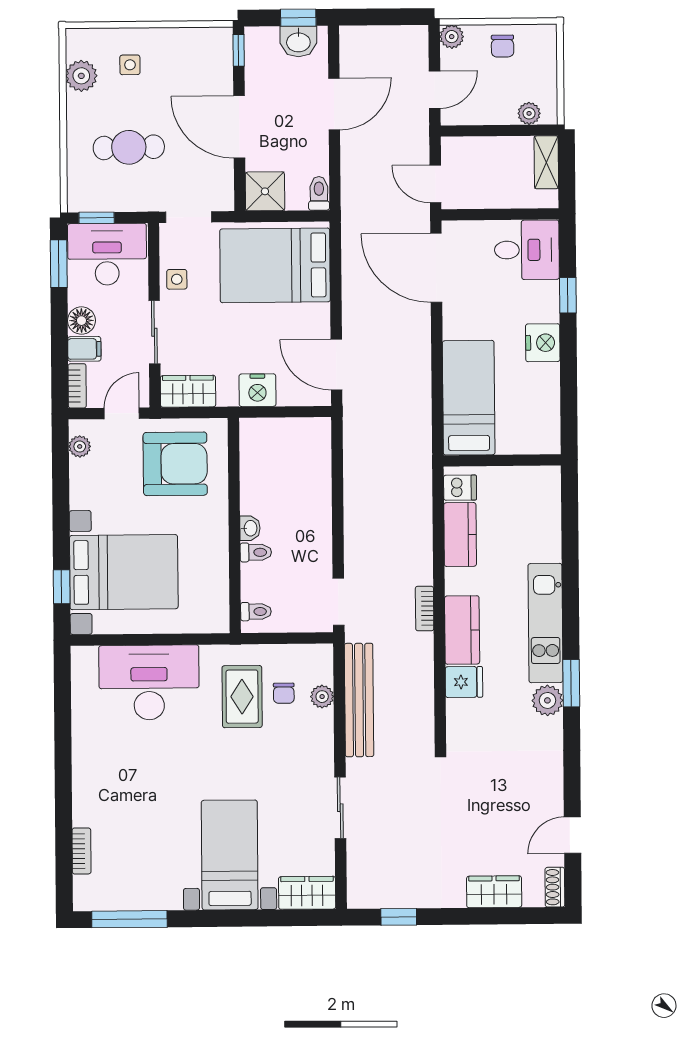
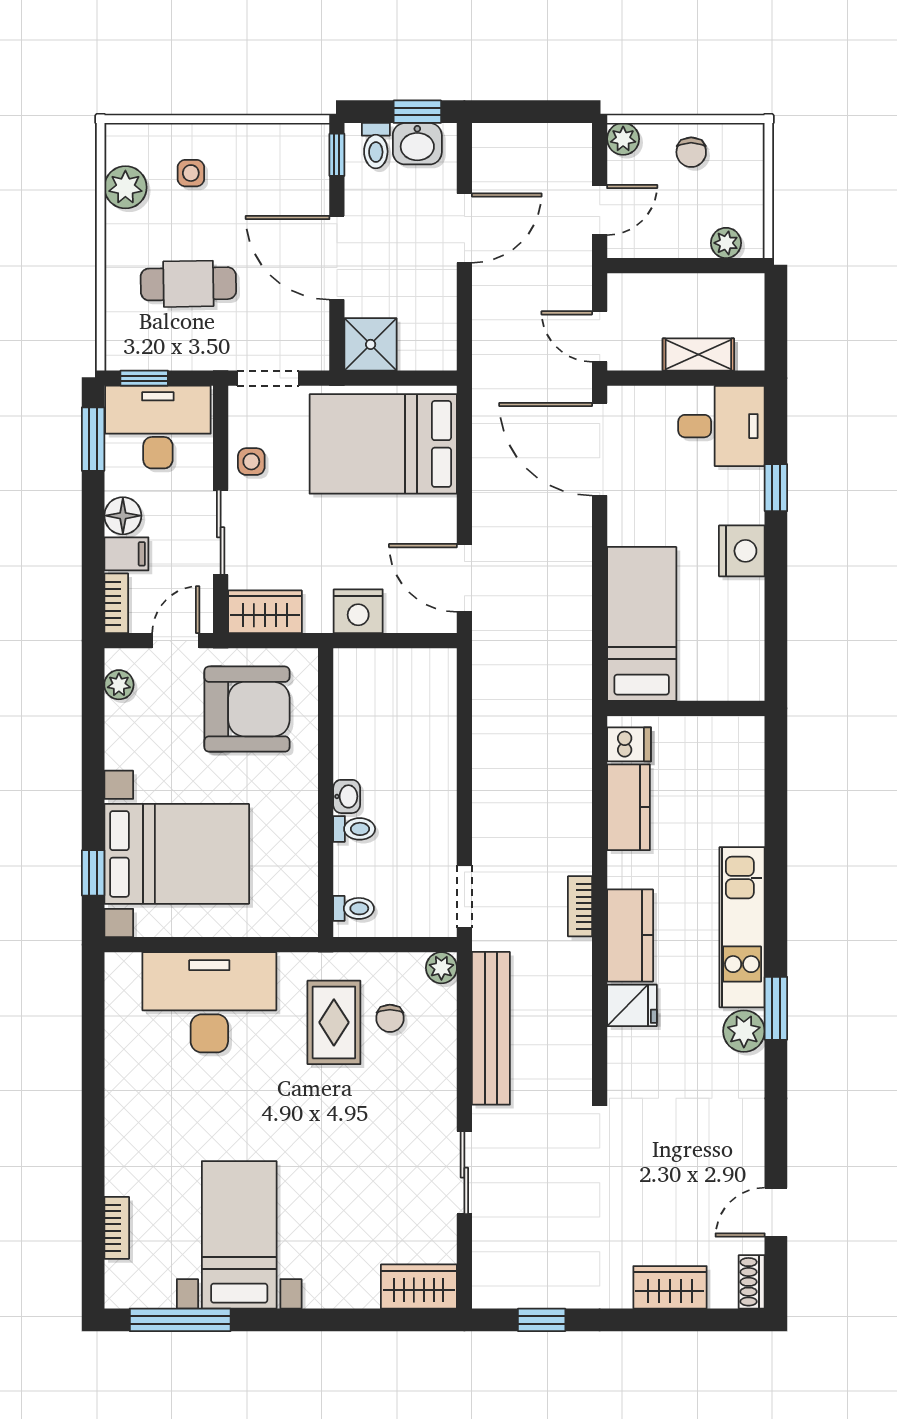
shelving: (546, 162) -> (698, 355), moved, turned 90
toilet: (319, 193) -> (376, 146), moved, turned 180
plant: (322, 697) -> (441, 968), moved
bed with nightstands: (230, 855) -> (239, 1235), moved

